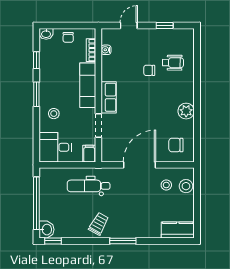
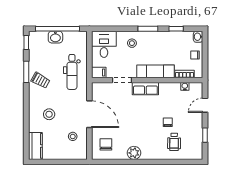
door: (129, 26) -> (205, 105), swing flipped
dental chair: (89, 186) -> (72, 72), turned 180
stool: (186, 186) -> (49, 114), moved
washbasin: (47, 230) -> (55, 37), moved
window: (123, 241) -> (26, 72), moved

